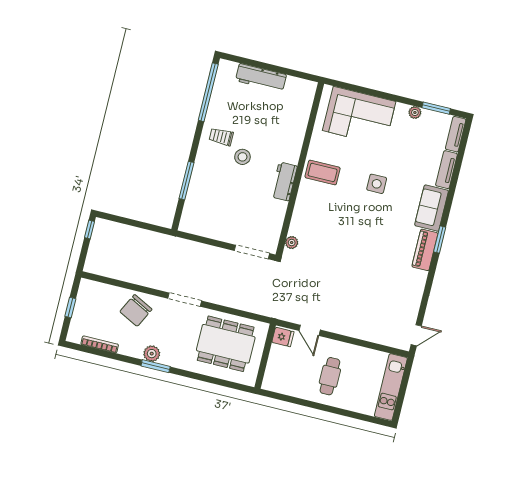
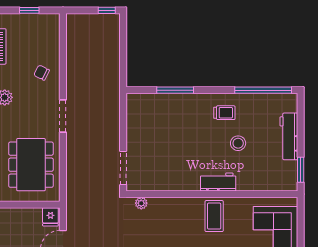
window: (298, 74) -> (301, 170), added
trolley: (221, 137) -> (224, 113), turned 90
stool: (242, 157) -> (238, 143), moved
workbench: (284, 181) -> (218, 182), moved
chair: (136, 310) -> (42, 73), width x0.54, depth x0.54

